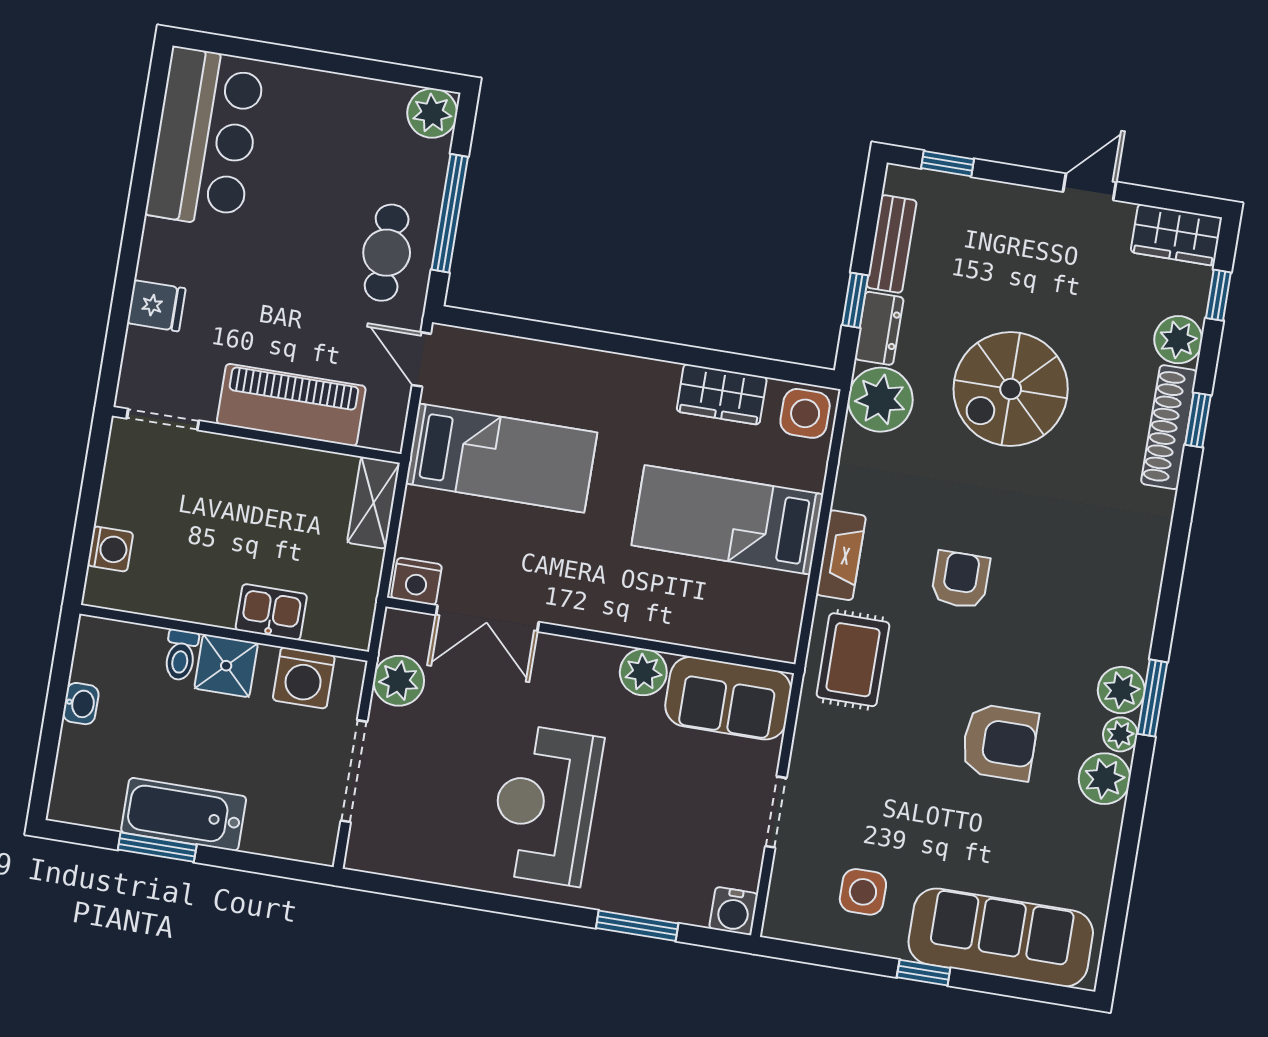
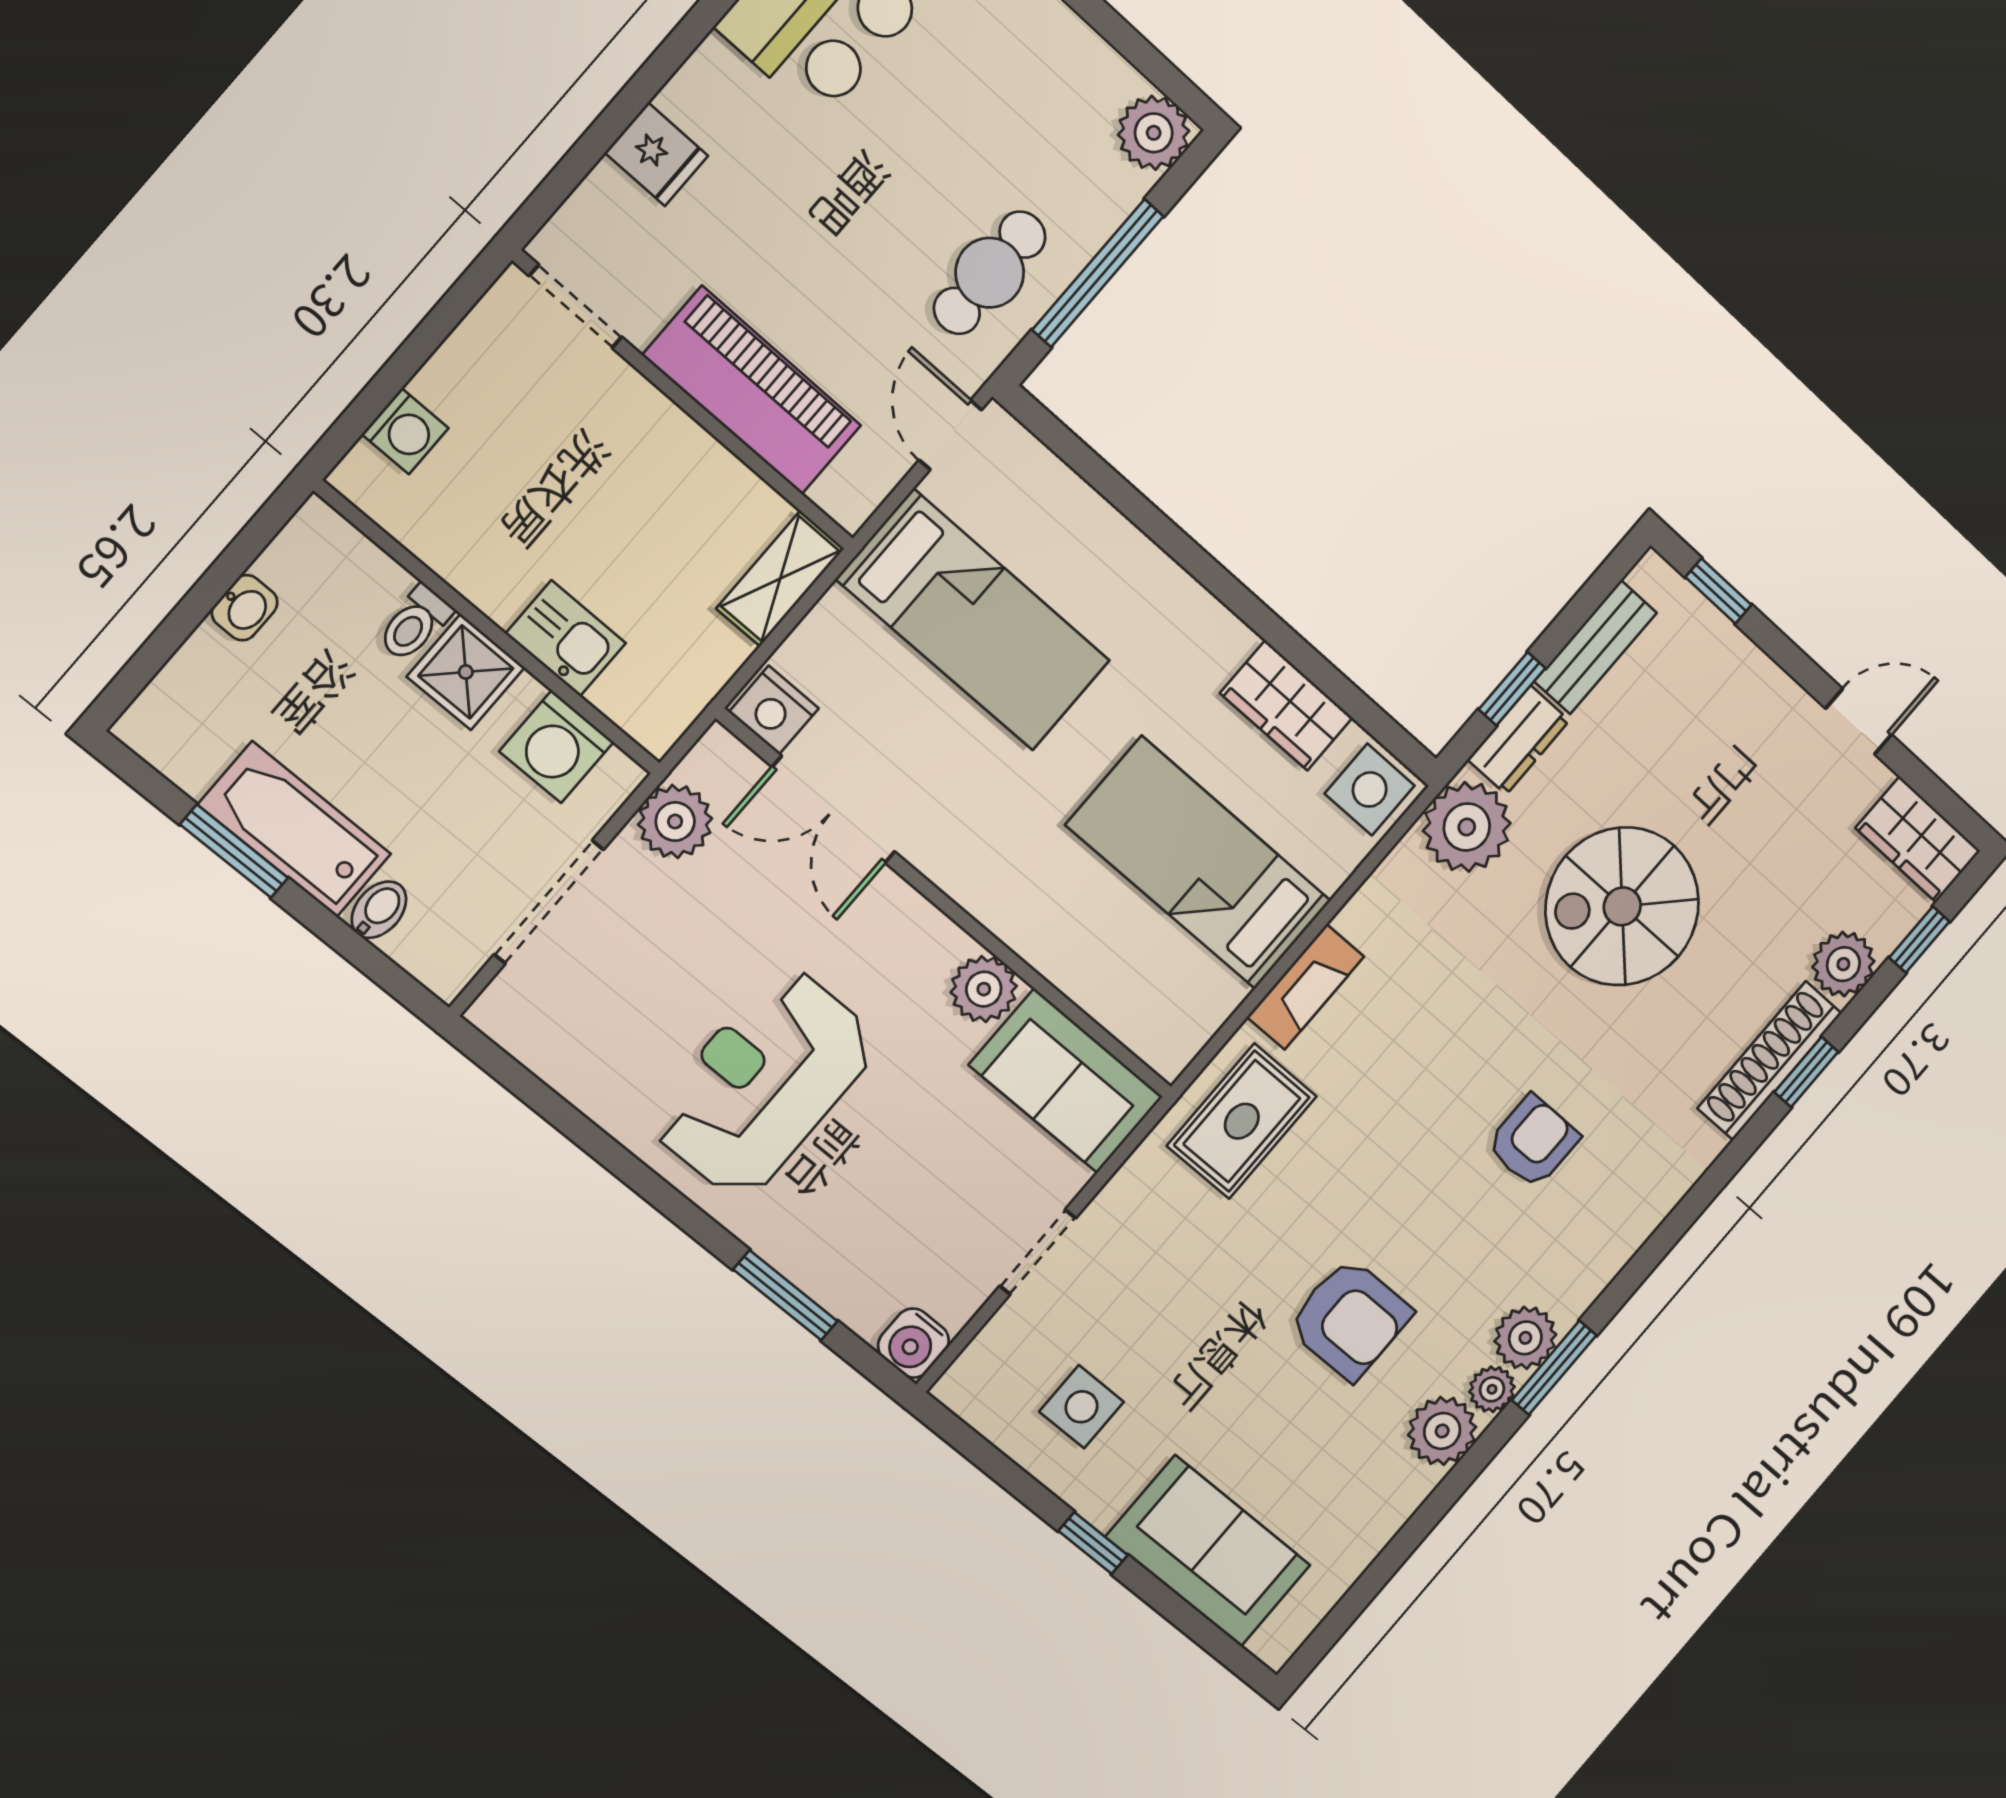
armchair: (960, 580) -> (1533, 1142), moved
bidet: (259, 833) -> (379, 910), added
sofa: (1001, 937) -> (1208, 1551), width x0.73

